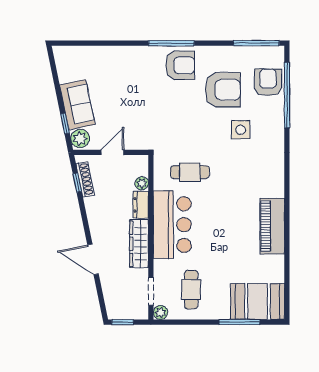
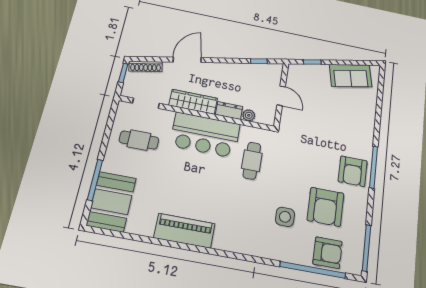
sofa: (77, 105) -> (351, 76), moved
plant: (80, 138) -> (297, 71), removed
shoe rack: (85, 179) -> (146, 66), moved
plant: (160, 312) -> (124, 108), removed

